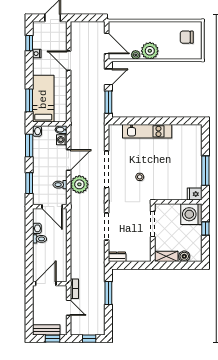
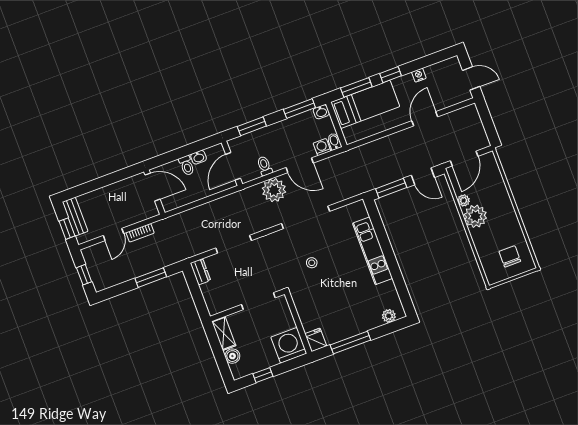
window: (29, 43) -> (390, 75), moved
plant: (197, 137) -> (389, 316), added
window: (205, 229) -> (263, 375), moved
door: (46, 284) -> (153, 187), moved
wall: (50, 284) -> (154, 192), moved

